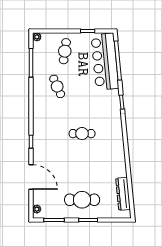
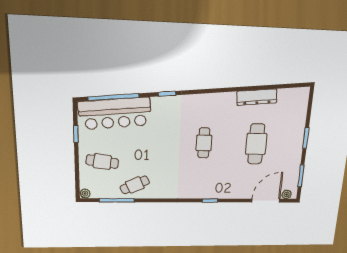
cafe table: (57, 86) -> (135, 185), moved
door: (31, 177) -> (266, 201), moved
dresser: (123, 194) -> (257, 97), moved
cafe table: (82, 200) -> (256, 144), moved

